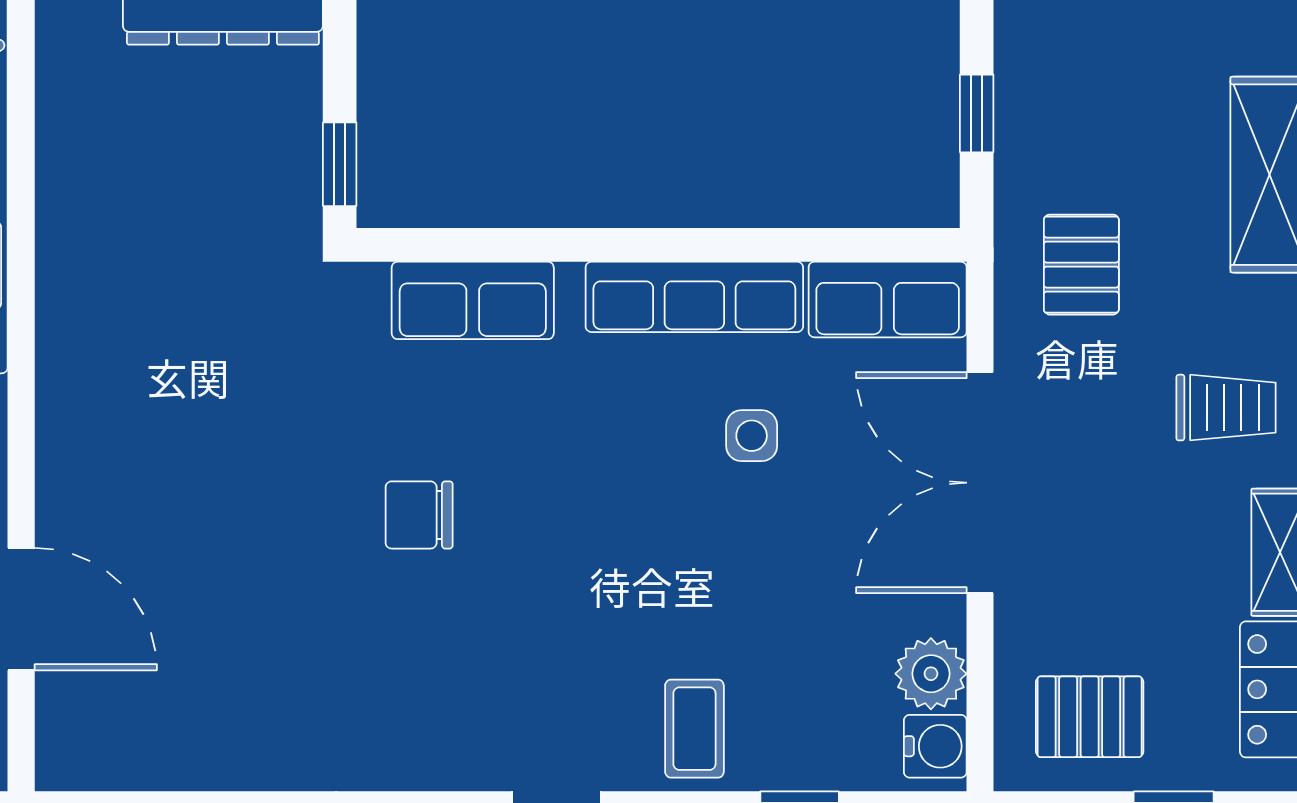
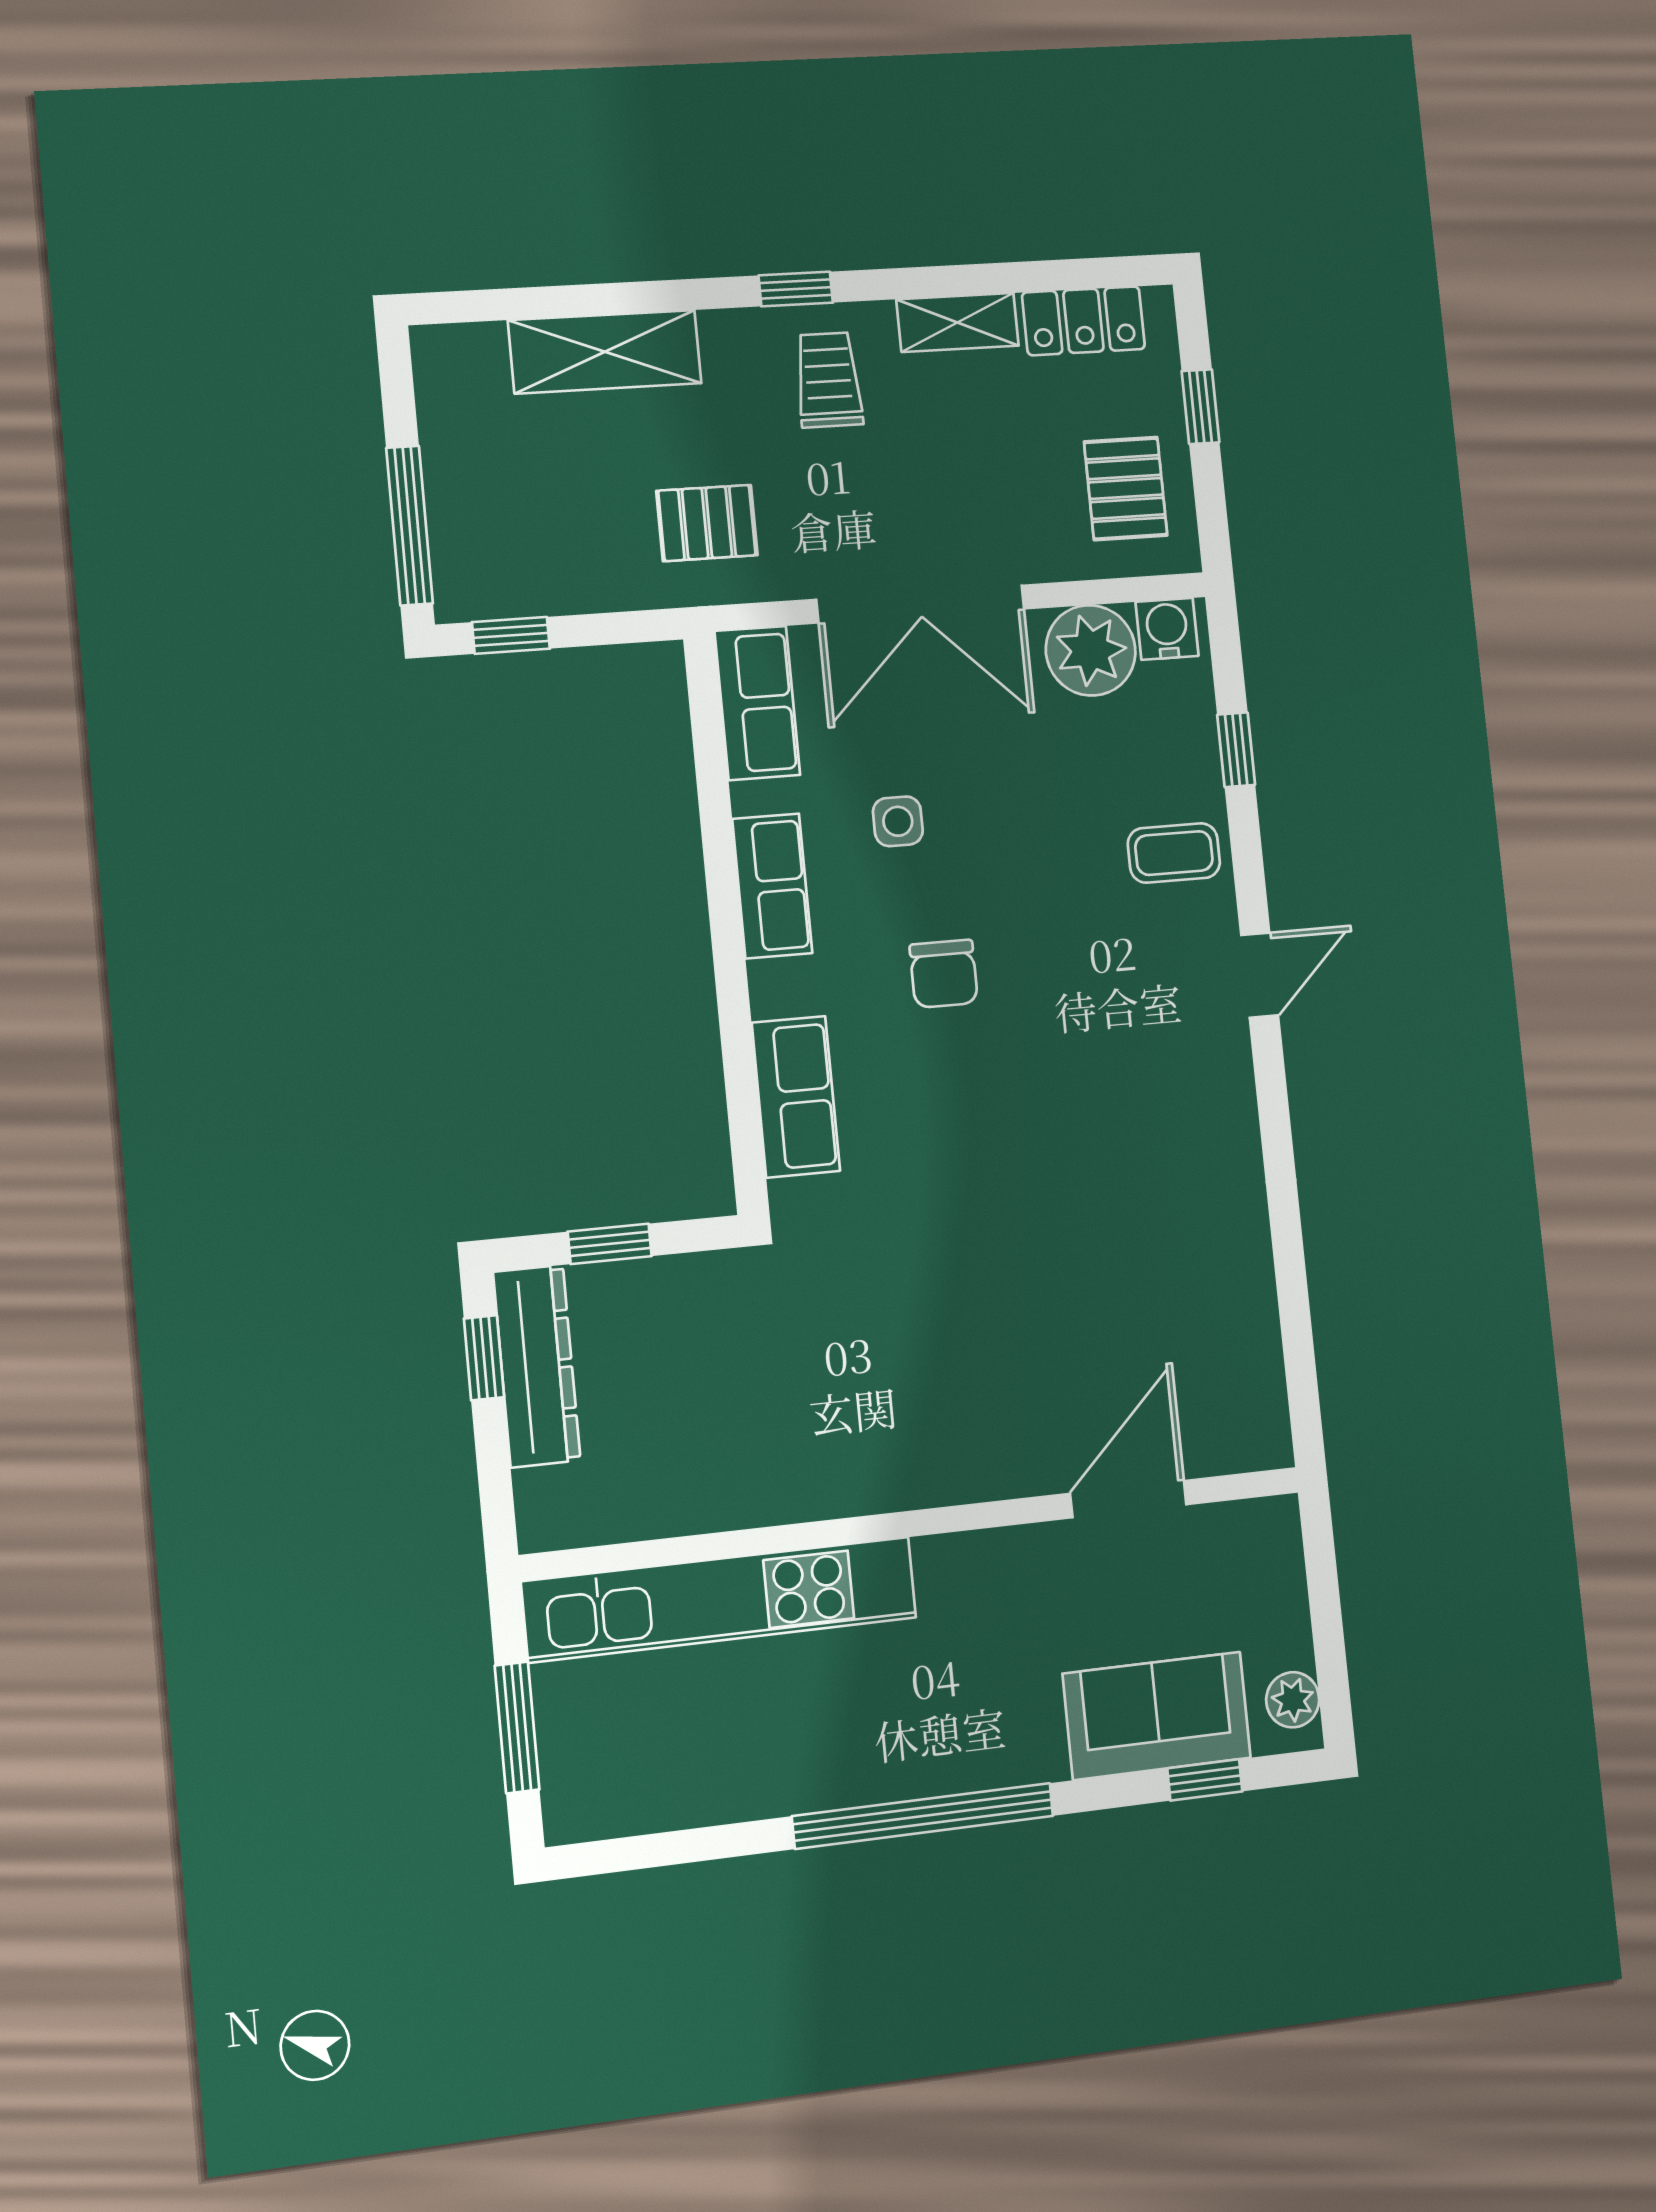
window: (977, 113) -> (511, 635), moved
window: (340, 164) -> (610, 1244), moved
row of seats: (694, 297) -> (772, 886), width x0.68
chair: (419, 515) -> (944, 974), moved
plant: (931, 674) -> (1091, 650), width x1.36, depth x1.36

